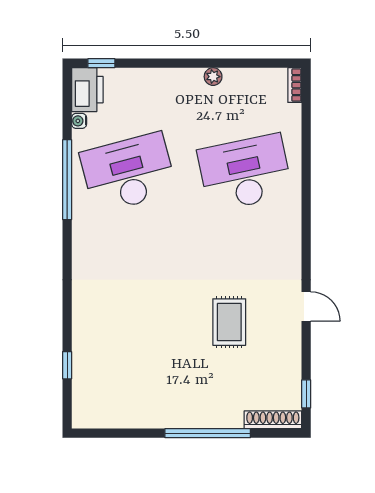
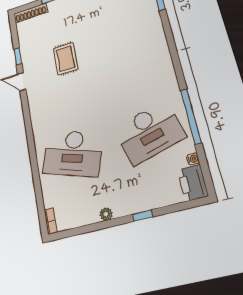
window: (101, 63) -> (143, 216), moved
desk: (245, 173) -> (73, 153), turned 30
window: (306, 394) -> (18, 56), moved

